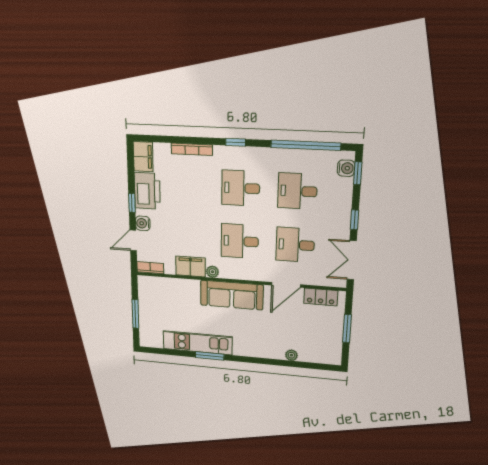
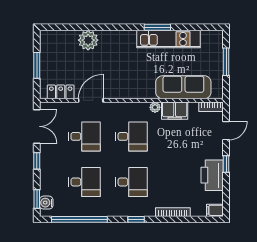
filing cabinet: (143, 157) -> (215, 210), width x0.50
water cooler: (143, 223) -> (217, 147), removed
sofa: (232, 295) -> (183, 87), moved
plant: (291, 355) -> (88, 40), width x1.87, depth x1.87

